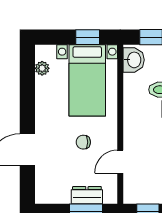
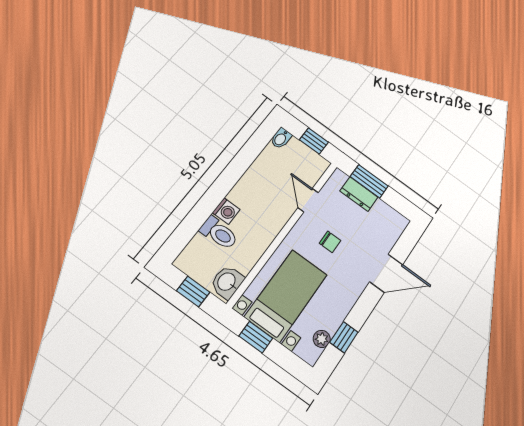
window: (27, 81) -> (344, 337), added
door: (120, 162) -> (308, 200), swing flipped

